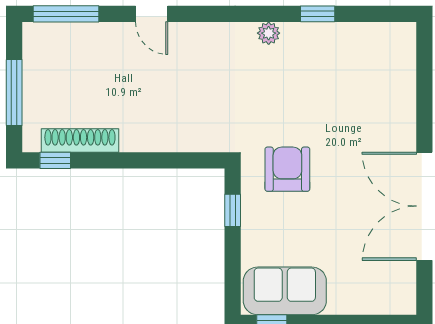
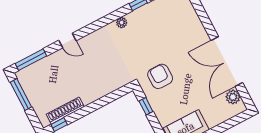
window: (14, 93) -> (21, 95), moved
plant: (401, 277) -> (233, 97), added

